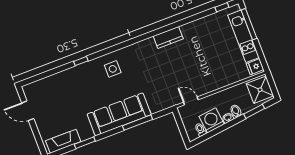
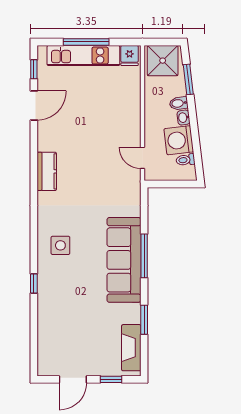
door: (198, 16) -> (34, 106), added
window: (249, 24) -> (86, 42), moved
kitchen counter: (168, 37) -> (47, 171), moved
door: (191, 101) -> (142, 158), hinge flipped
window: (137, 123) -> (144, 256), moved
window: (37, 136) -> (111, 379), added

